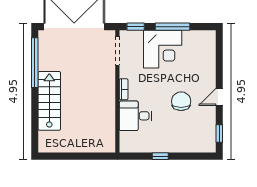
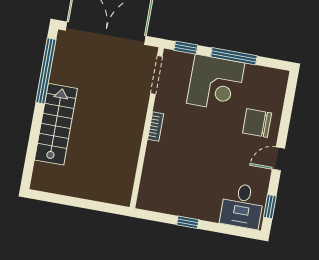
chair: (181, 101) -> (257, 123), moved, turned -90
desk: (135, 116) -> (242, 206), moved, turned -90

